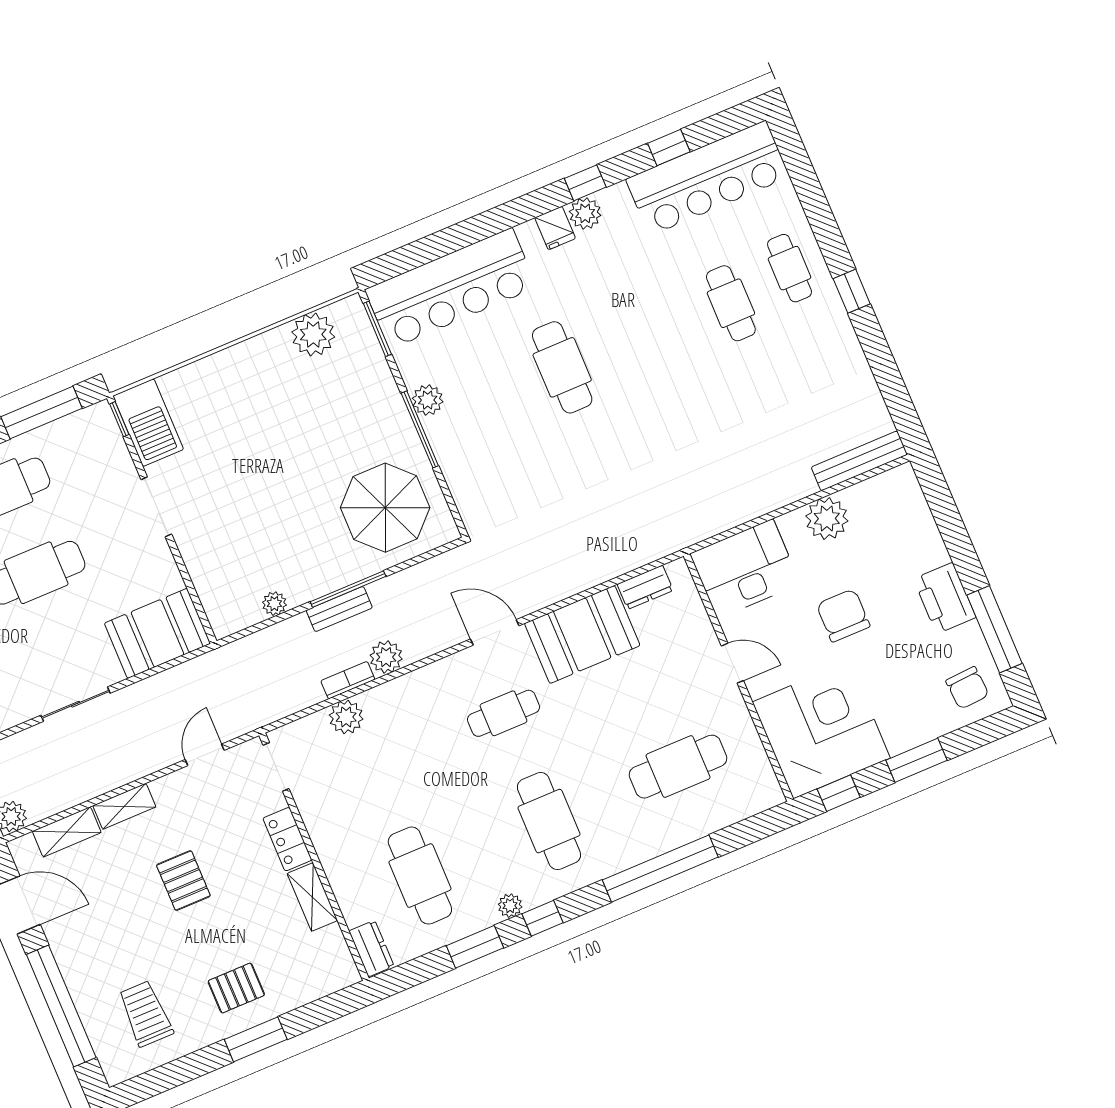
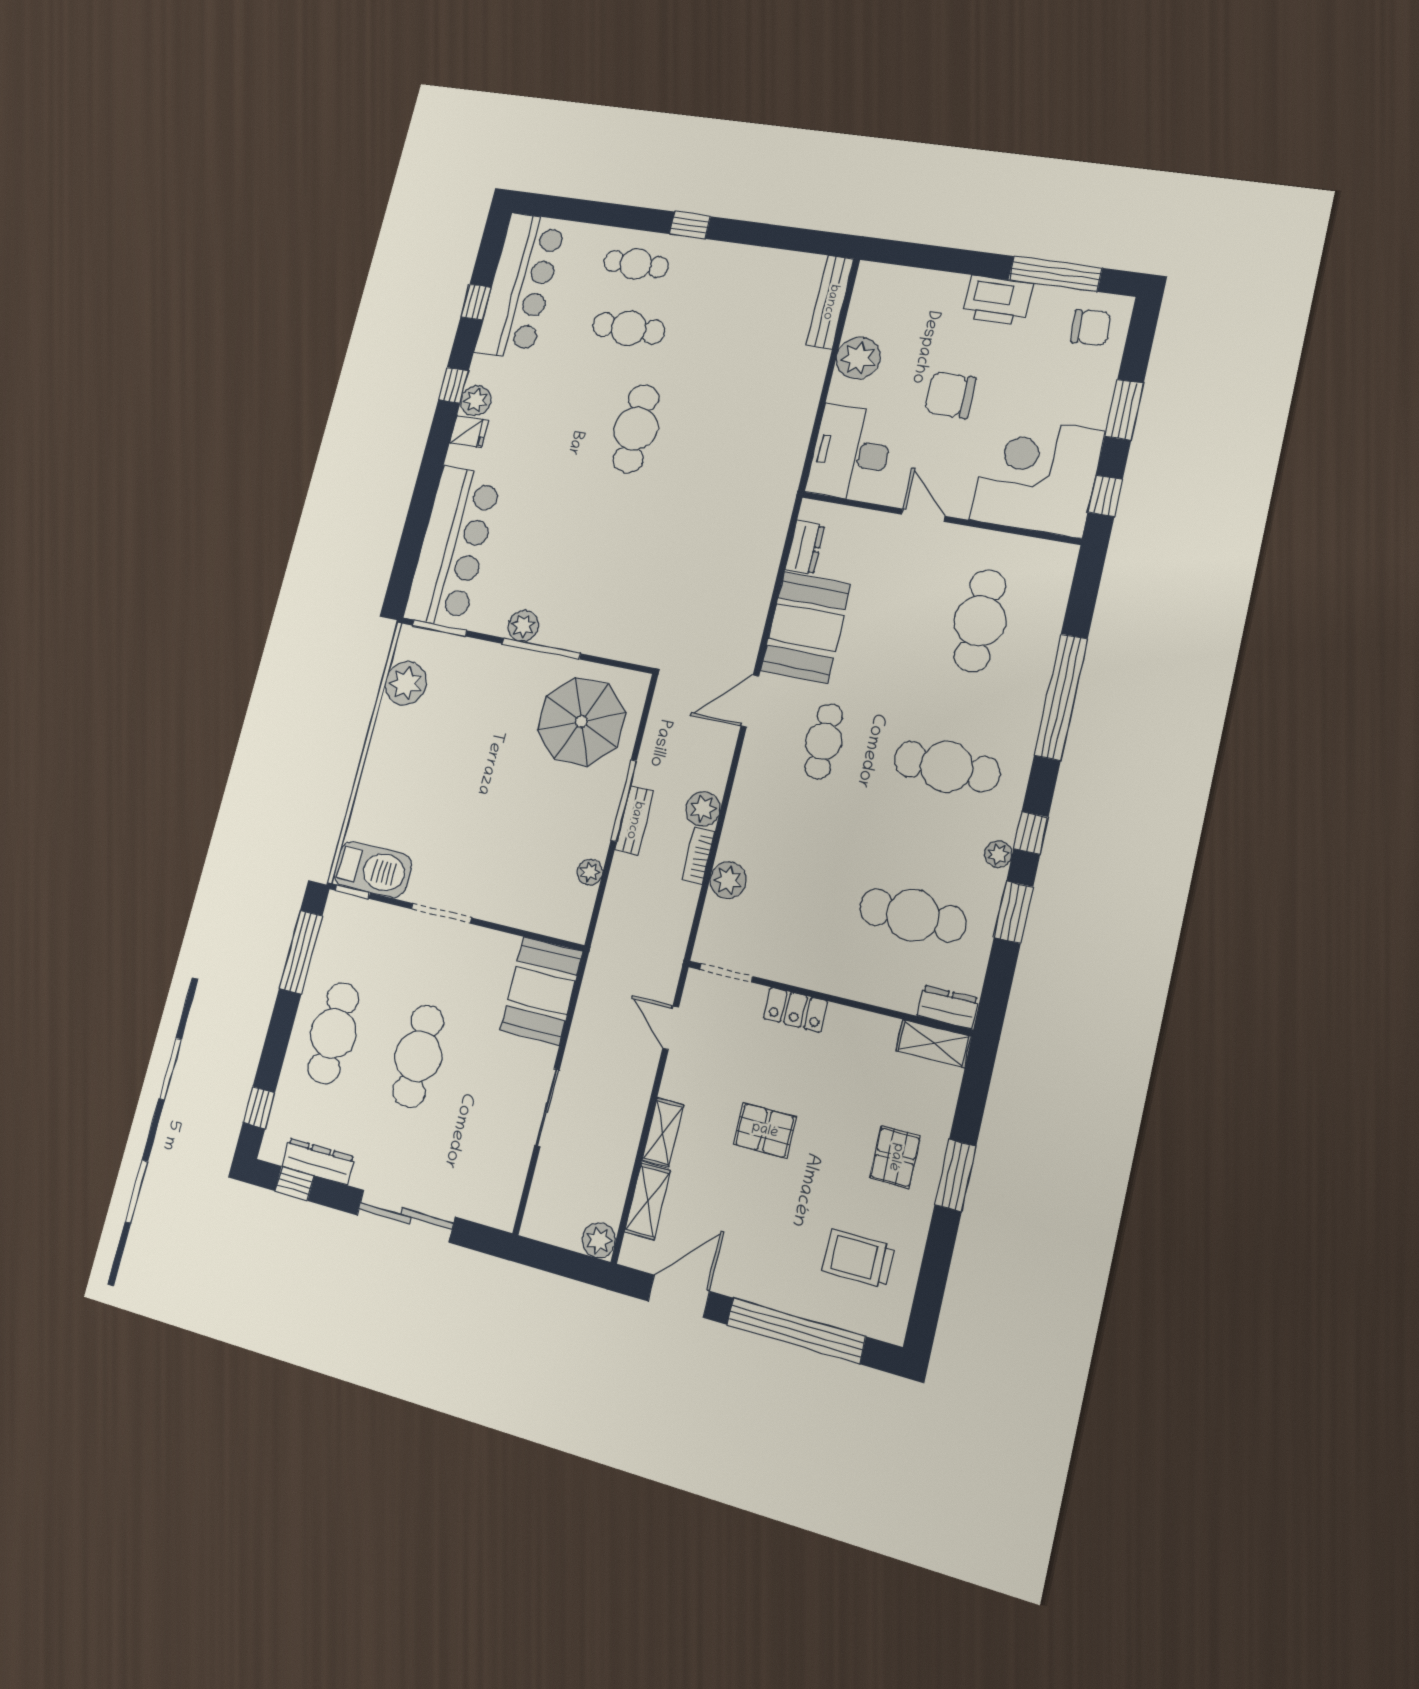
cafe table: (562, 367) -> (636, 429), moved, turned 90
door: (732, 663) -> (923, 515), hinge flipped
shelving: (312, 897) -> (934, 1043), moved

